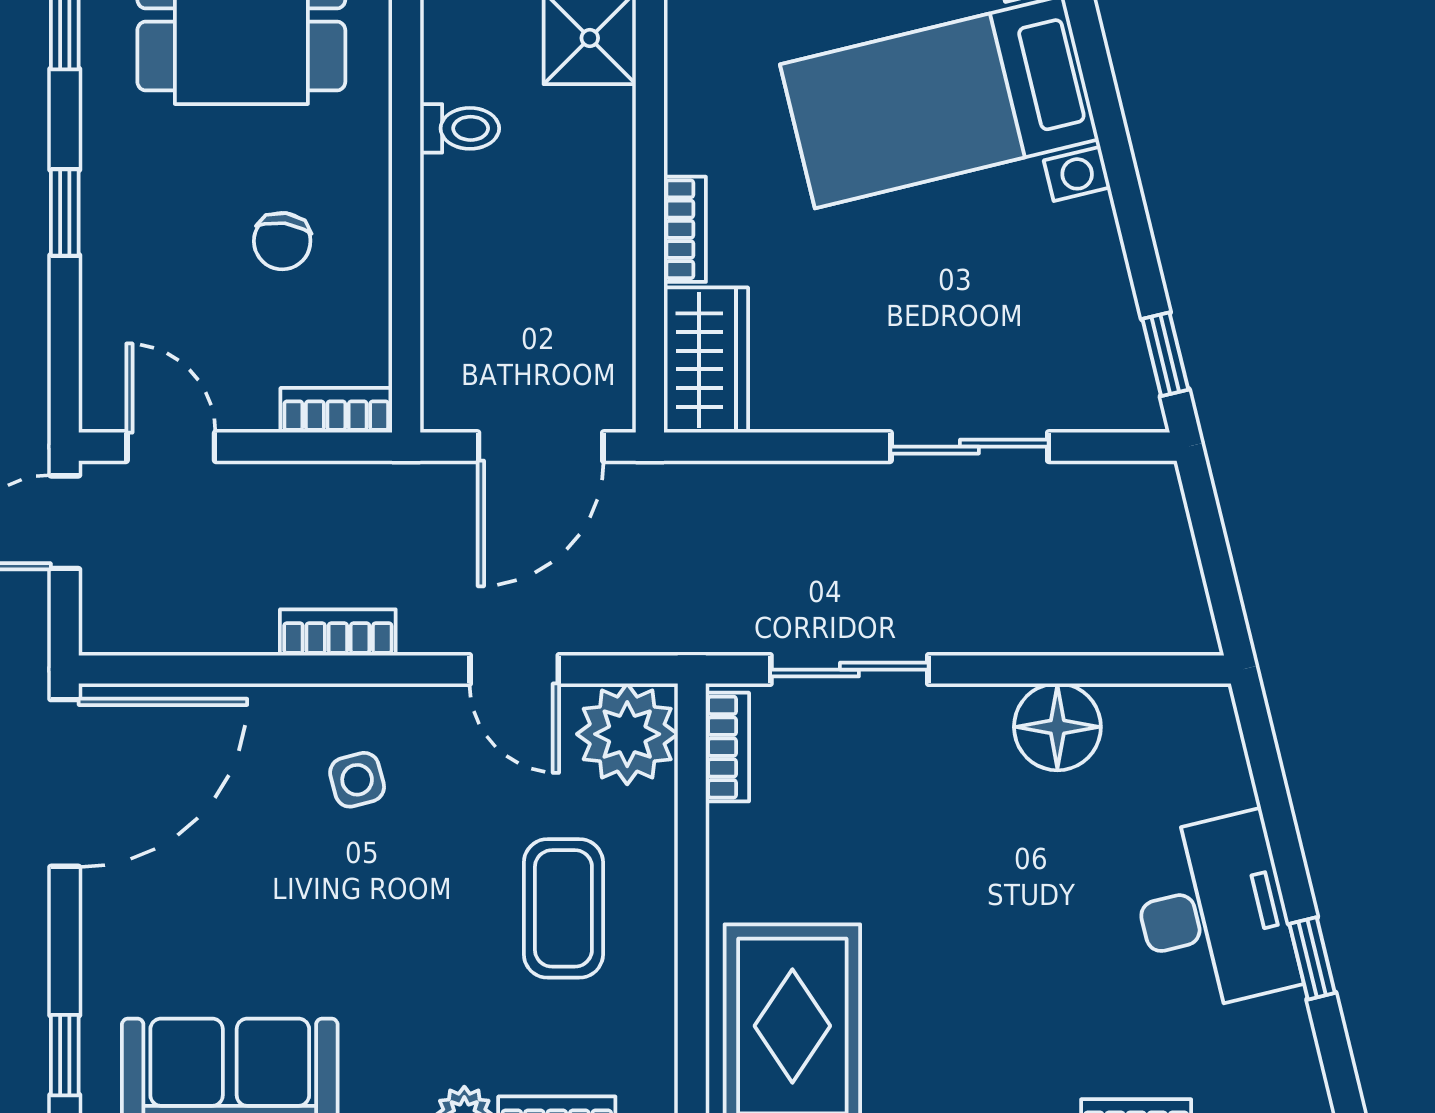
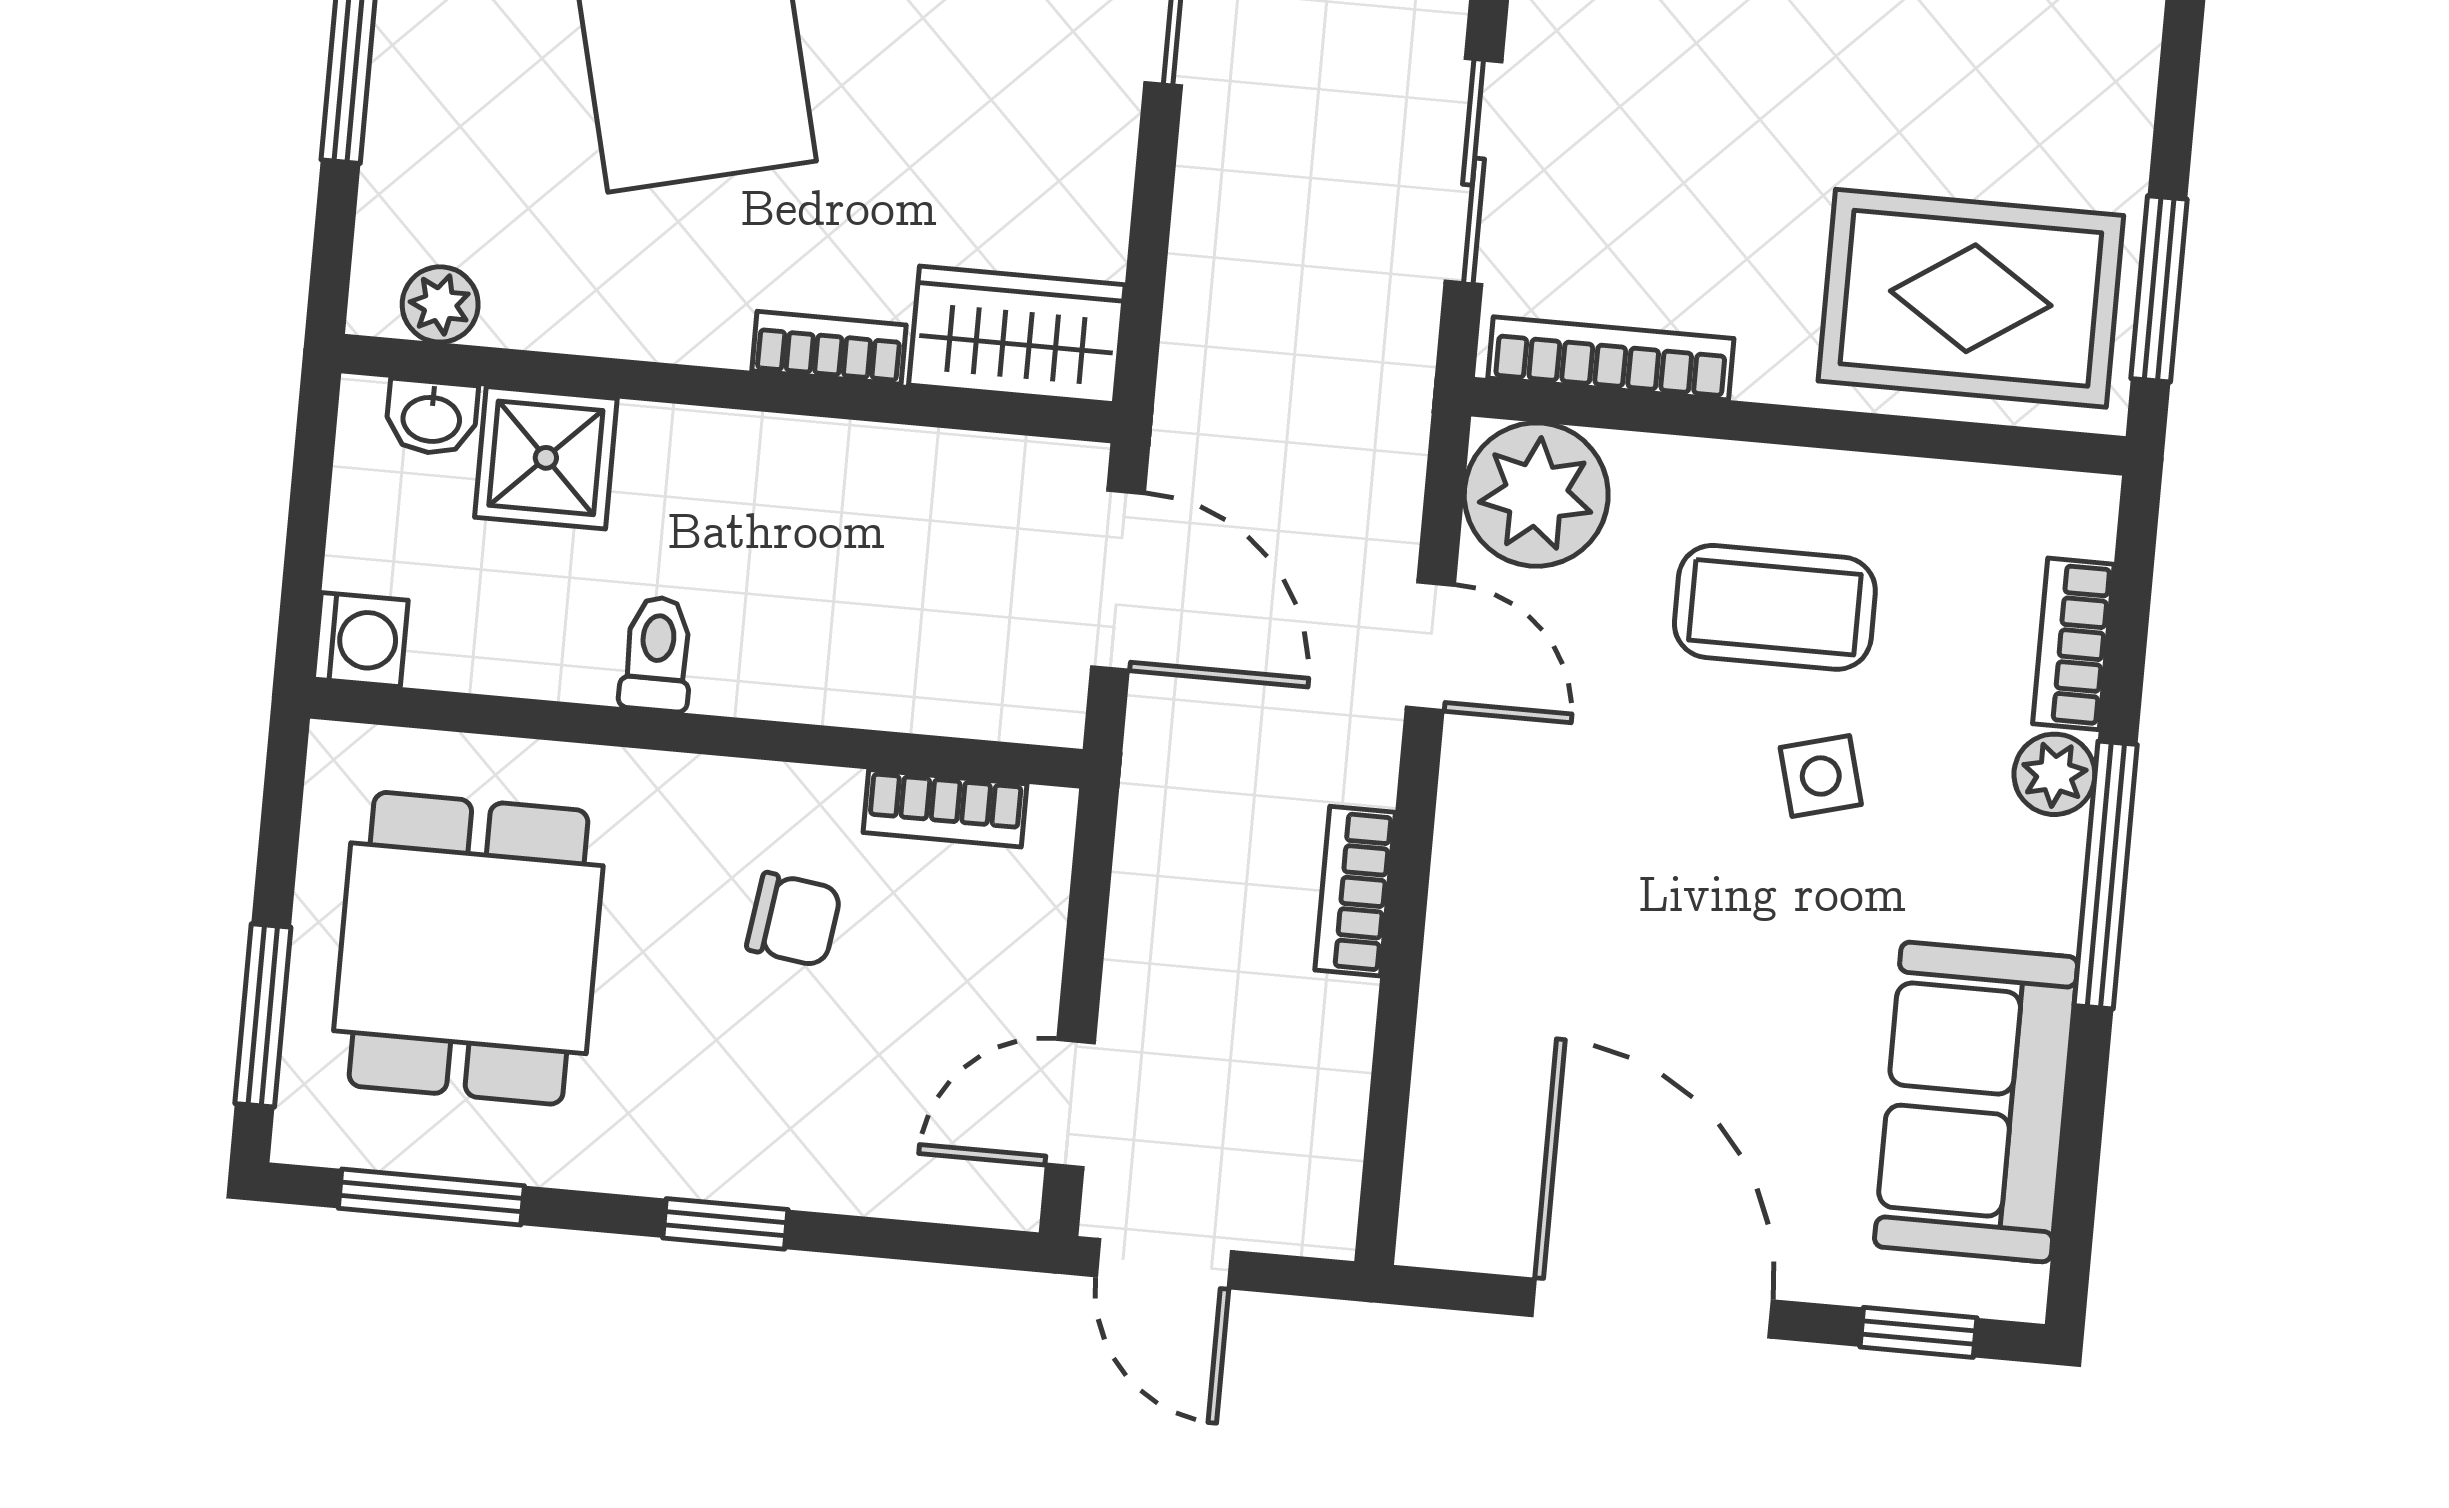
bookcase: (336, 410) -> (945, 808), moved, turned -90
door: (514, 670) -> (1430, 646), hinge flipped
bookcase: (727, 747) -> (1611, 358), width x1.56
side table: (357, 780) -> (1821, 776), moved
door: (65, 783) -> (1652, 1308), moved

